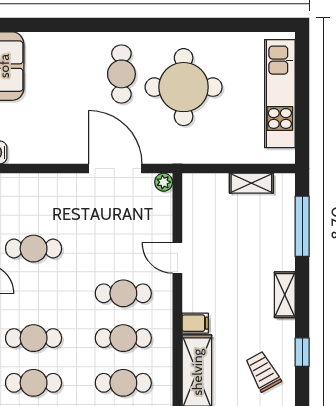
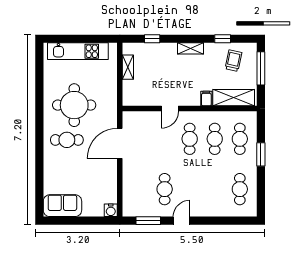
plant: (164, 182) -> (127, 116), removed
window: (302, 226) -> (152, 39), width x0.46
cafe table: (34, 338) -> (215, 189), removed
trolley: (263, 372) -> (233, 61), turned 131

